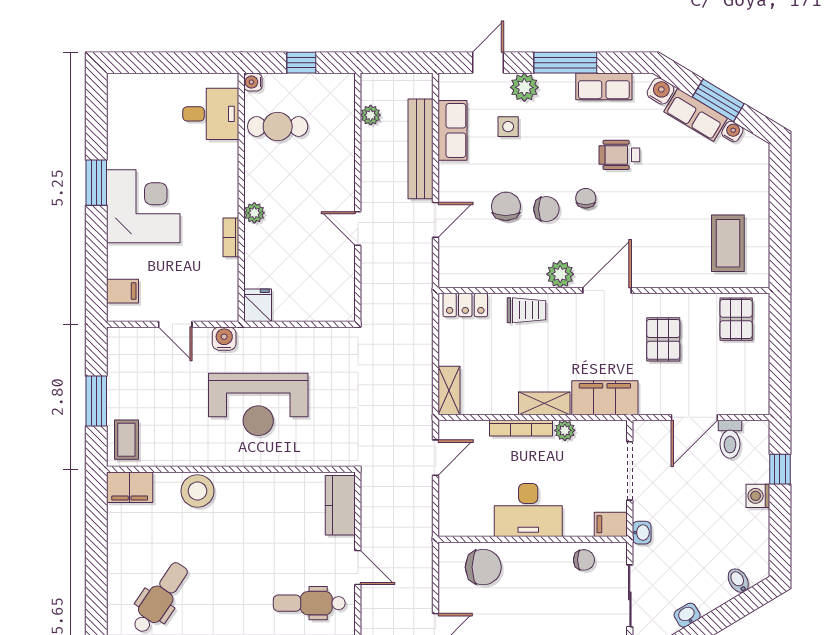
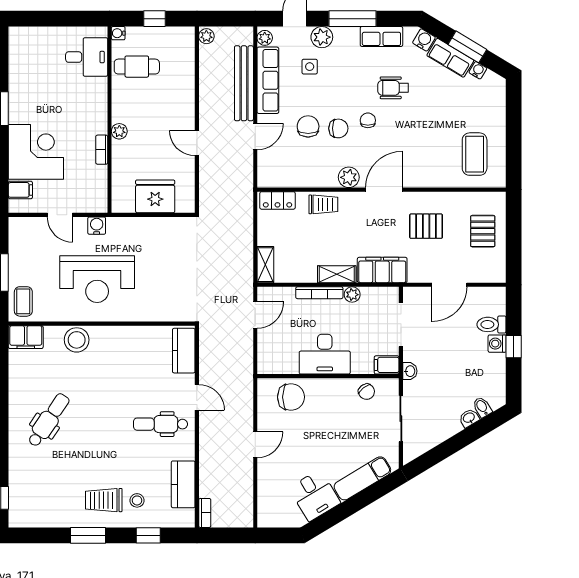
plant: (448, 88) -> (265, 38), added
plant: (371, 115) -> (206, 36), moved
row of seats: (452, 130) -> (268, 80), width x1.48
corner desk: (143, 206) -> (36, 152), moved
fridge: (258, 305) -> (155, 196), moved, width x1.88, depth x1.34
pallet: (736, 319) -> (483, 231), moved
pallet: (663, 339) -> (426, 226), turned 90
reception desk: (258, 404) -> (97, 279), moved
toilet: (730, 439) -> (491, 324), moved, turned 90
window: (780, 469) -> (514, 347), moved
chair: (584, 560) -> (367, 392), turned 52
washbasin: (687, 615) -> (469, 418), moved

